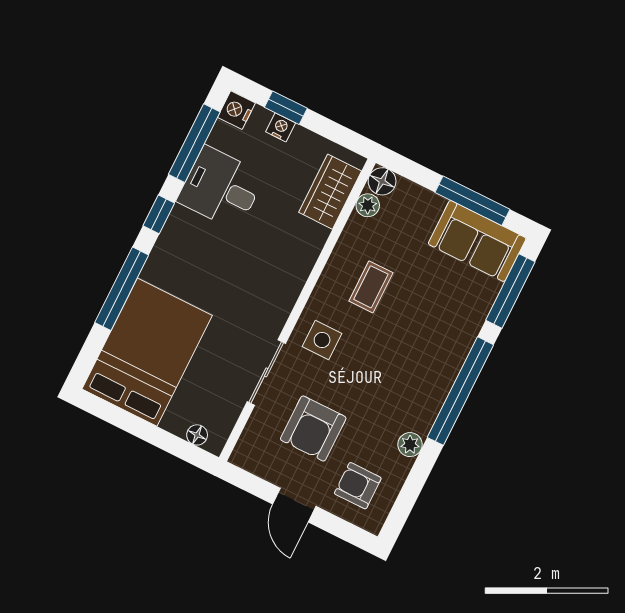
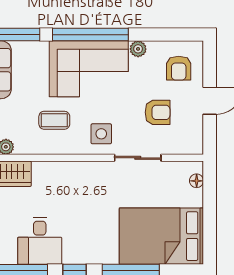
corner sofa: (416, 366) -> (89, 69), added
armchair: (313, 429) -> (158, 112), width x0.72, depth x0.72

